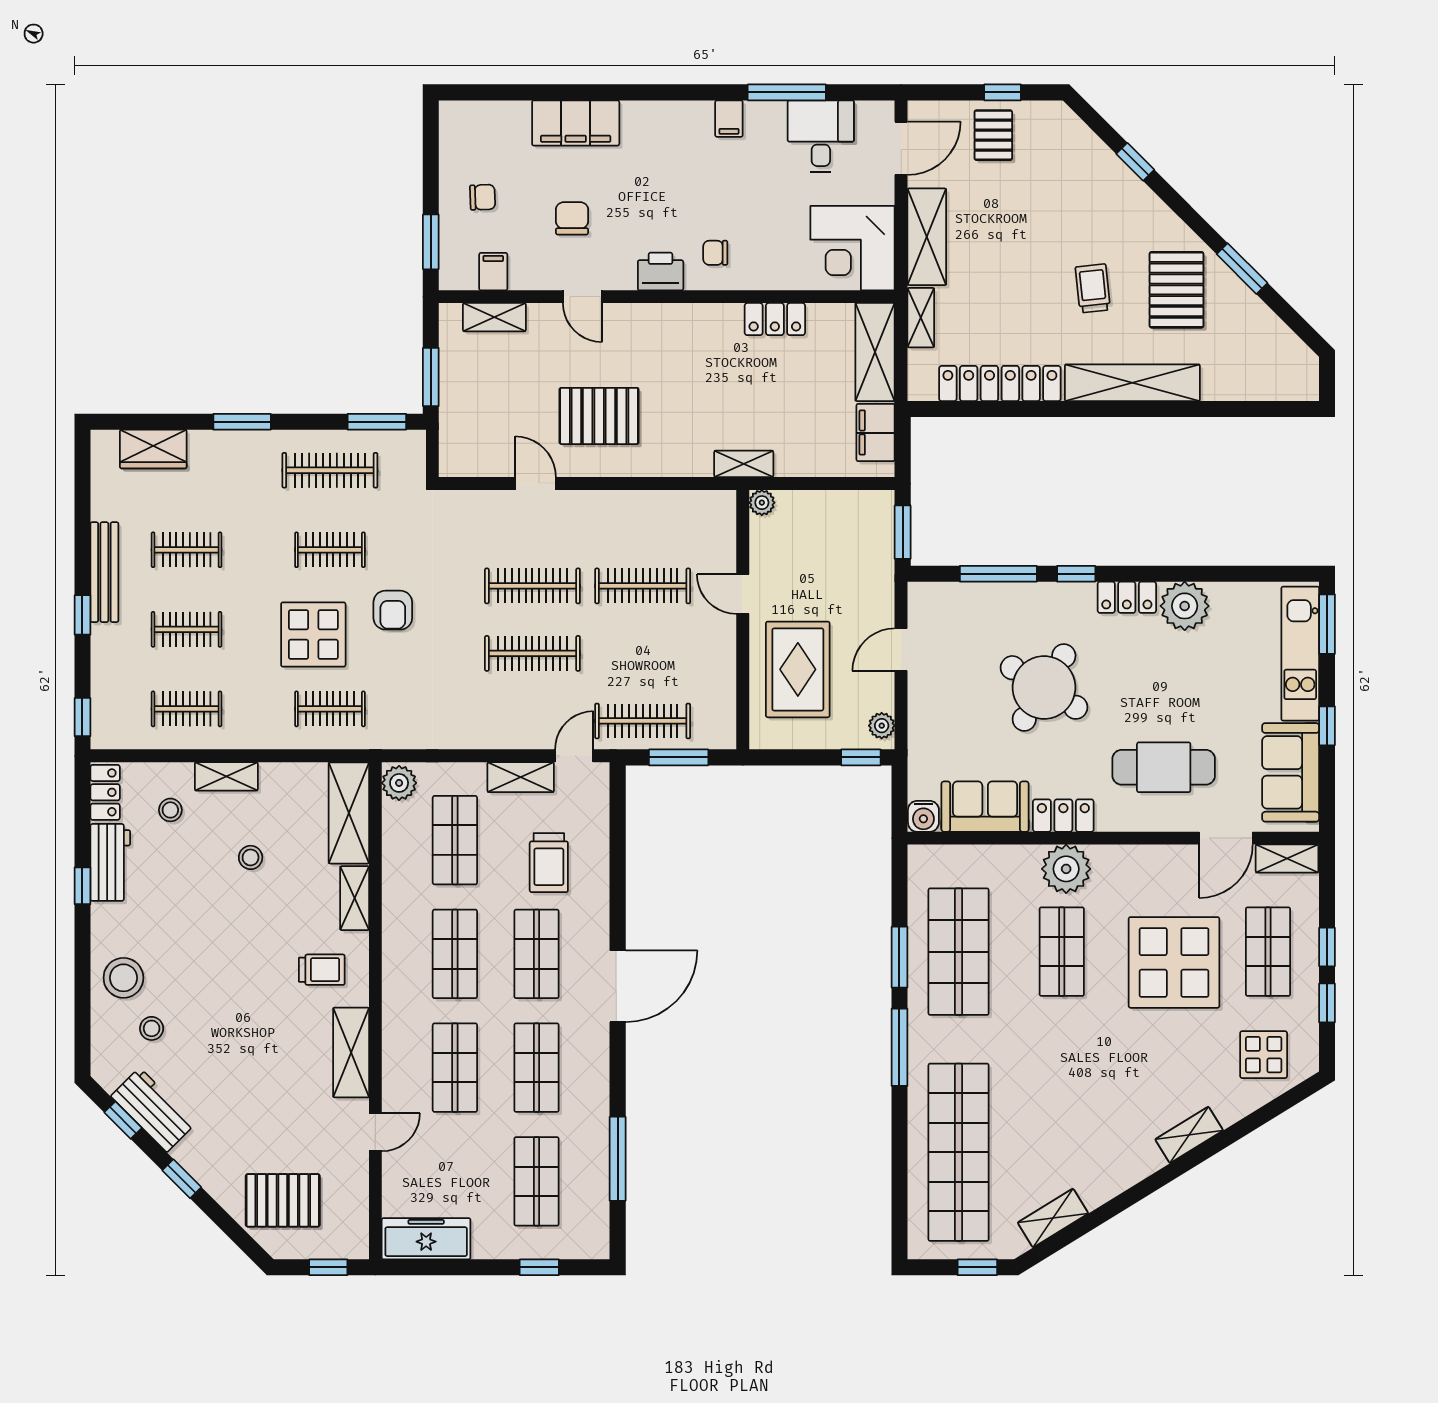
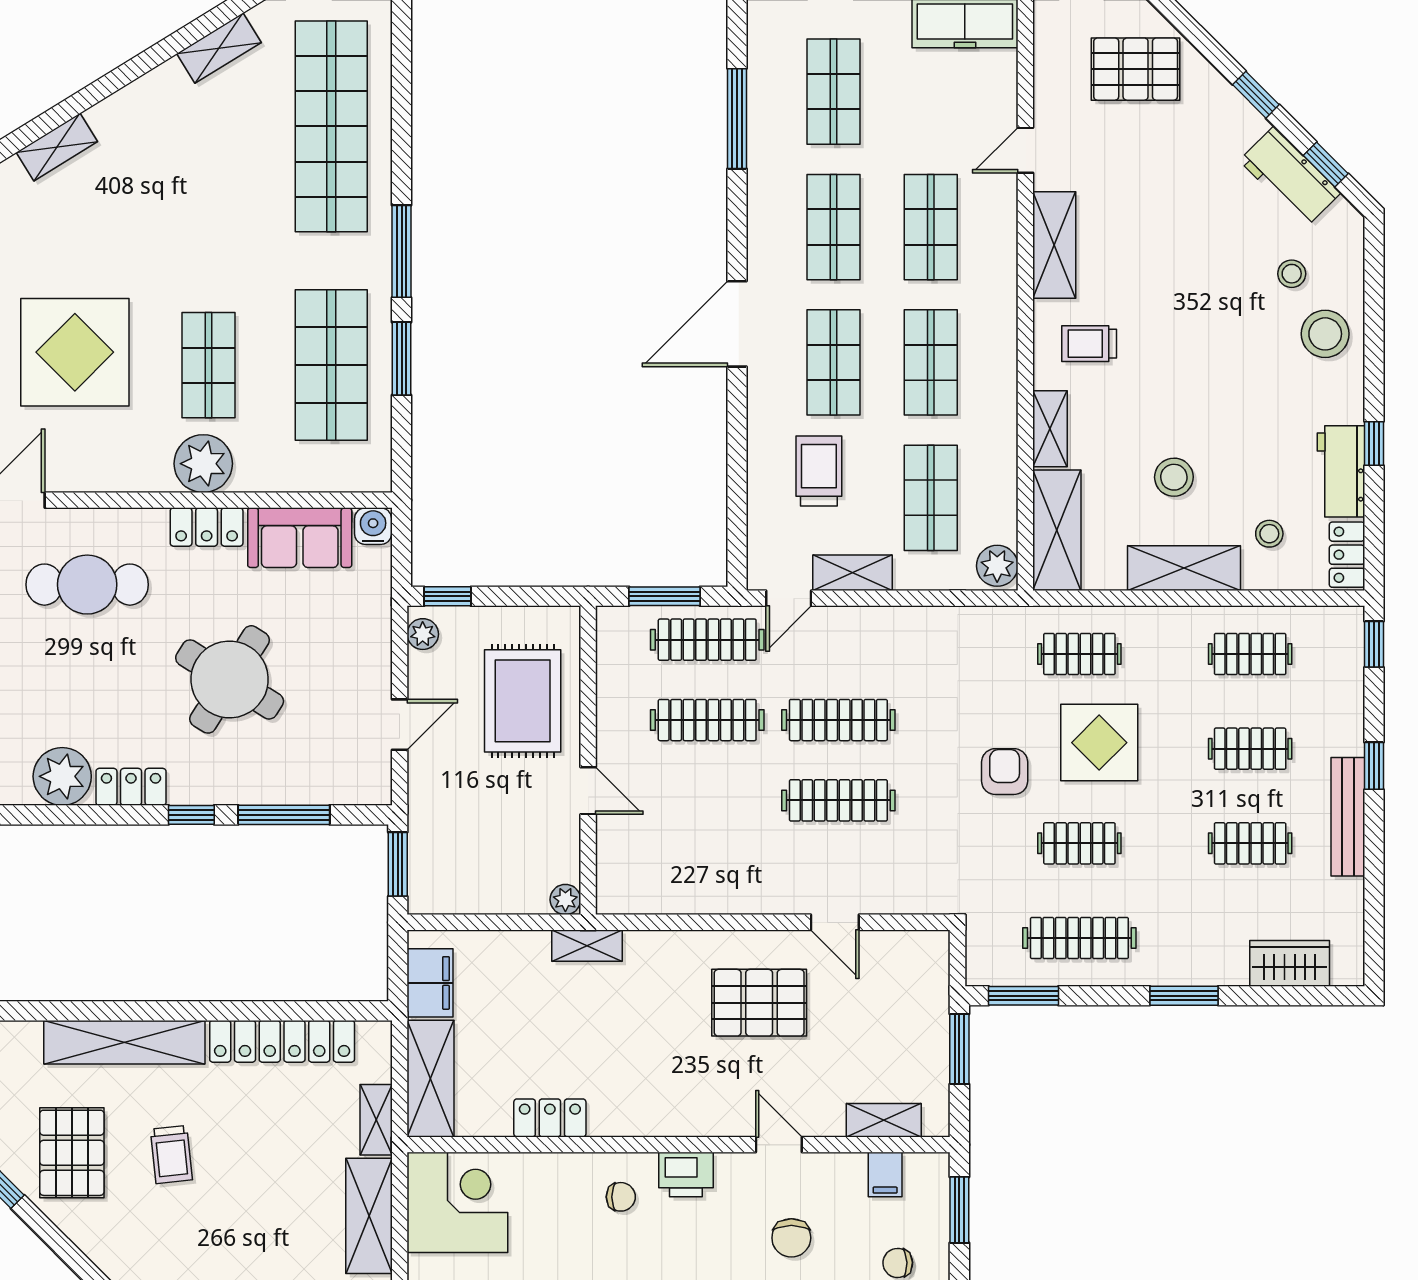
clothes rail: (643, 586) -> (707, 720), moved
shelving: (226, 776) -> (1184, 568), width x1.50, depth x1.33
stool: (251, 857) -> (1174, 477), width x1.37, depth x1.37

